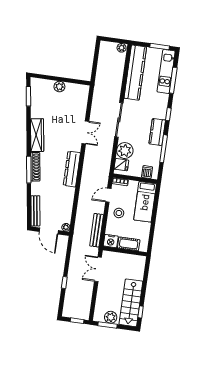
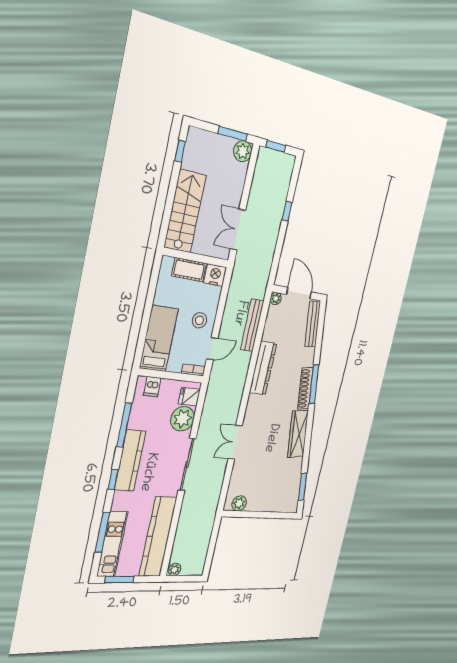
plant: (59, 87) -> (239, 503), moved
kitchen counter: (157, 132) -> (130, 461), width x1.50
dresser: (72, 169) -> (263, 368), moved
bench: (97, 230) -> (252, 325), moved
double door: (98, 269) -> (238, 230), swing flipped
stairs: (131, 303) -> (185, 211), moved
plant: (111, 317) -> (243, 151), moved

